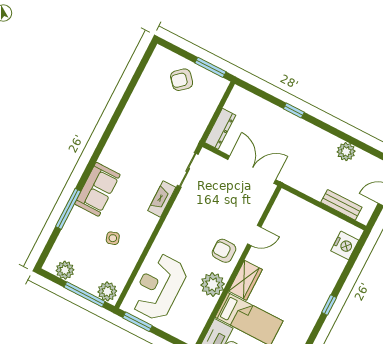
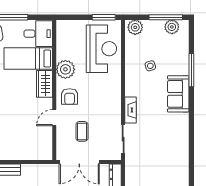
coffee table: (230, 203) -> (82, 131), added
armchair: (224, 251) -> (70, 96), turned 90
window: (85, 294) -> (166, 17), moved

